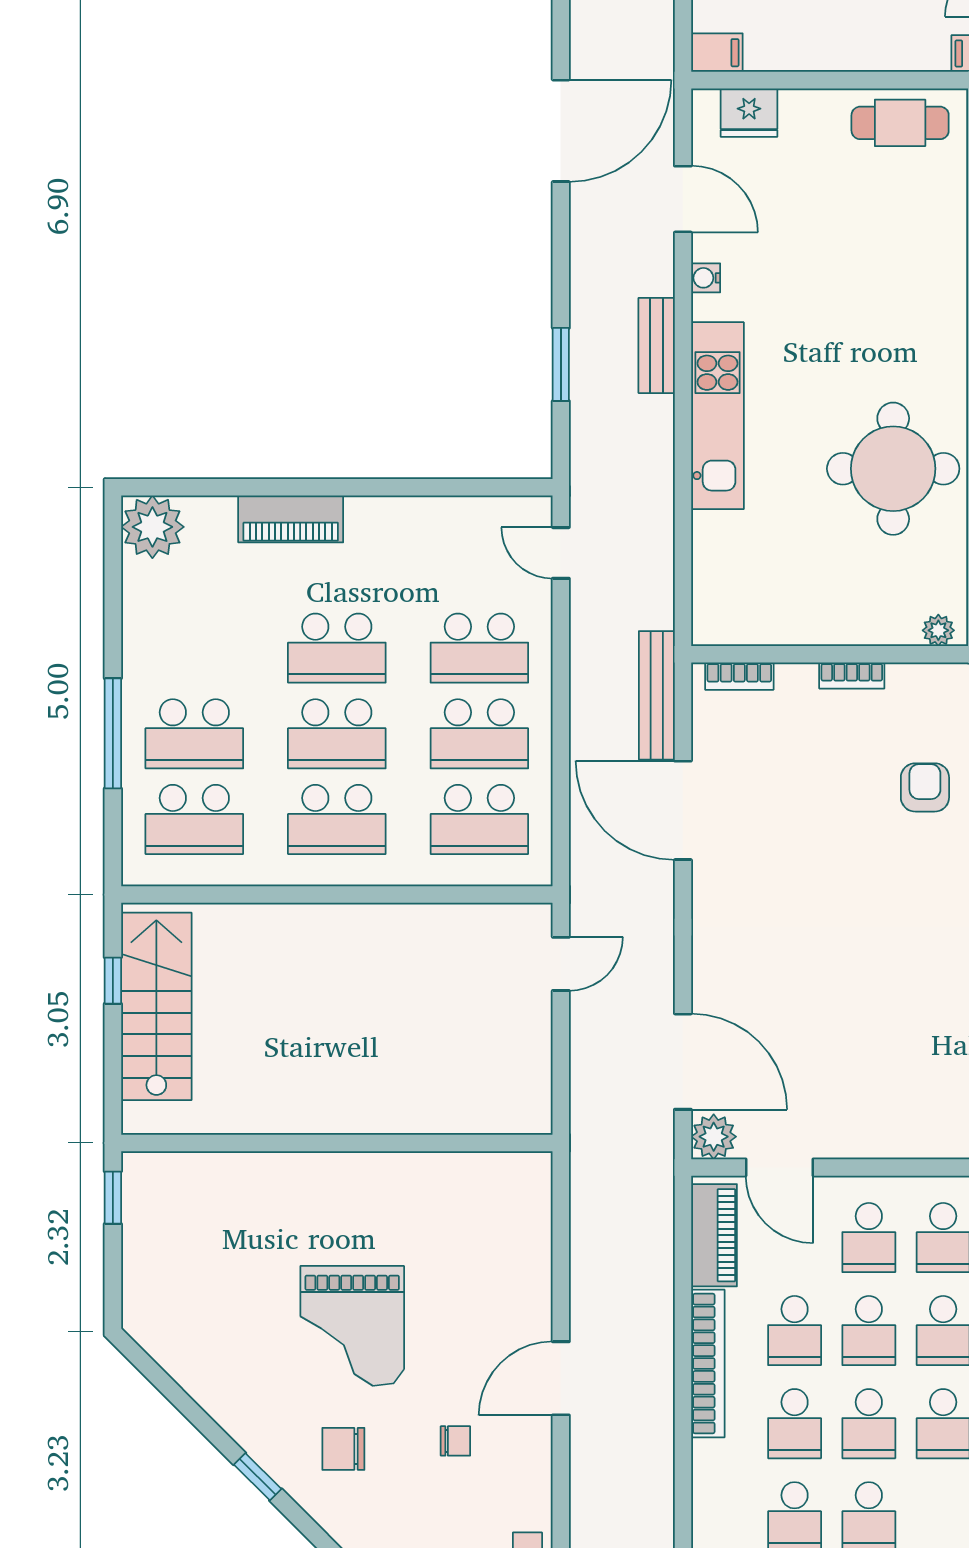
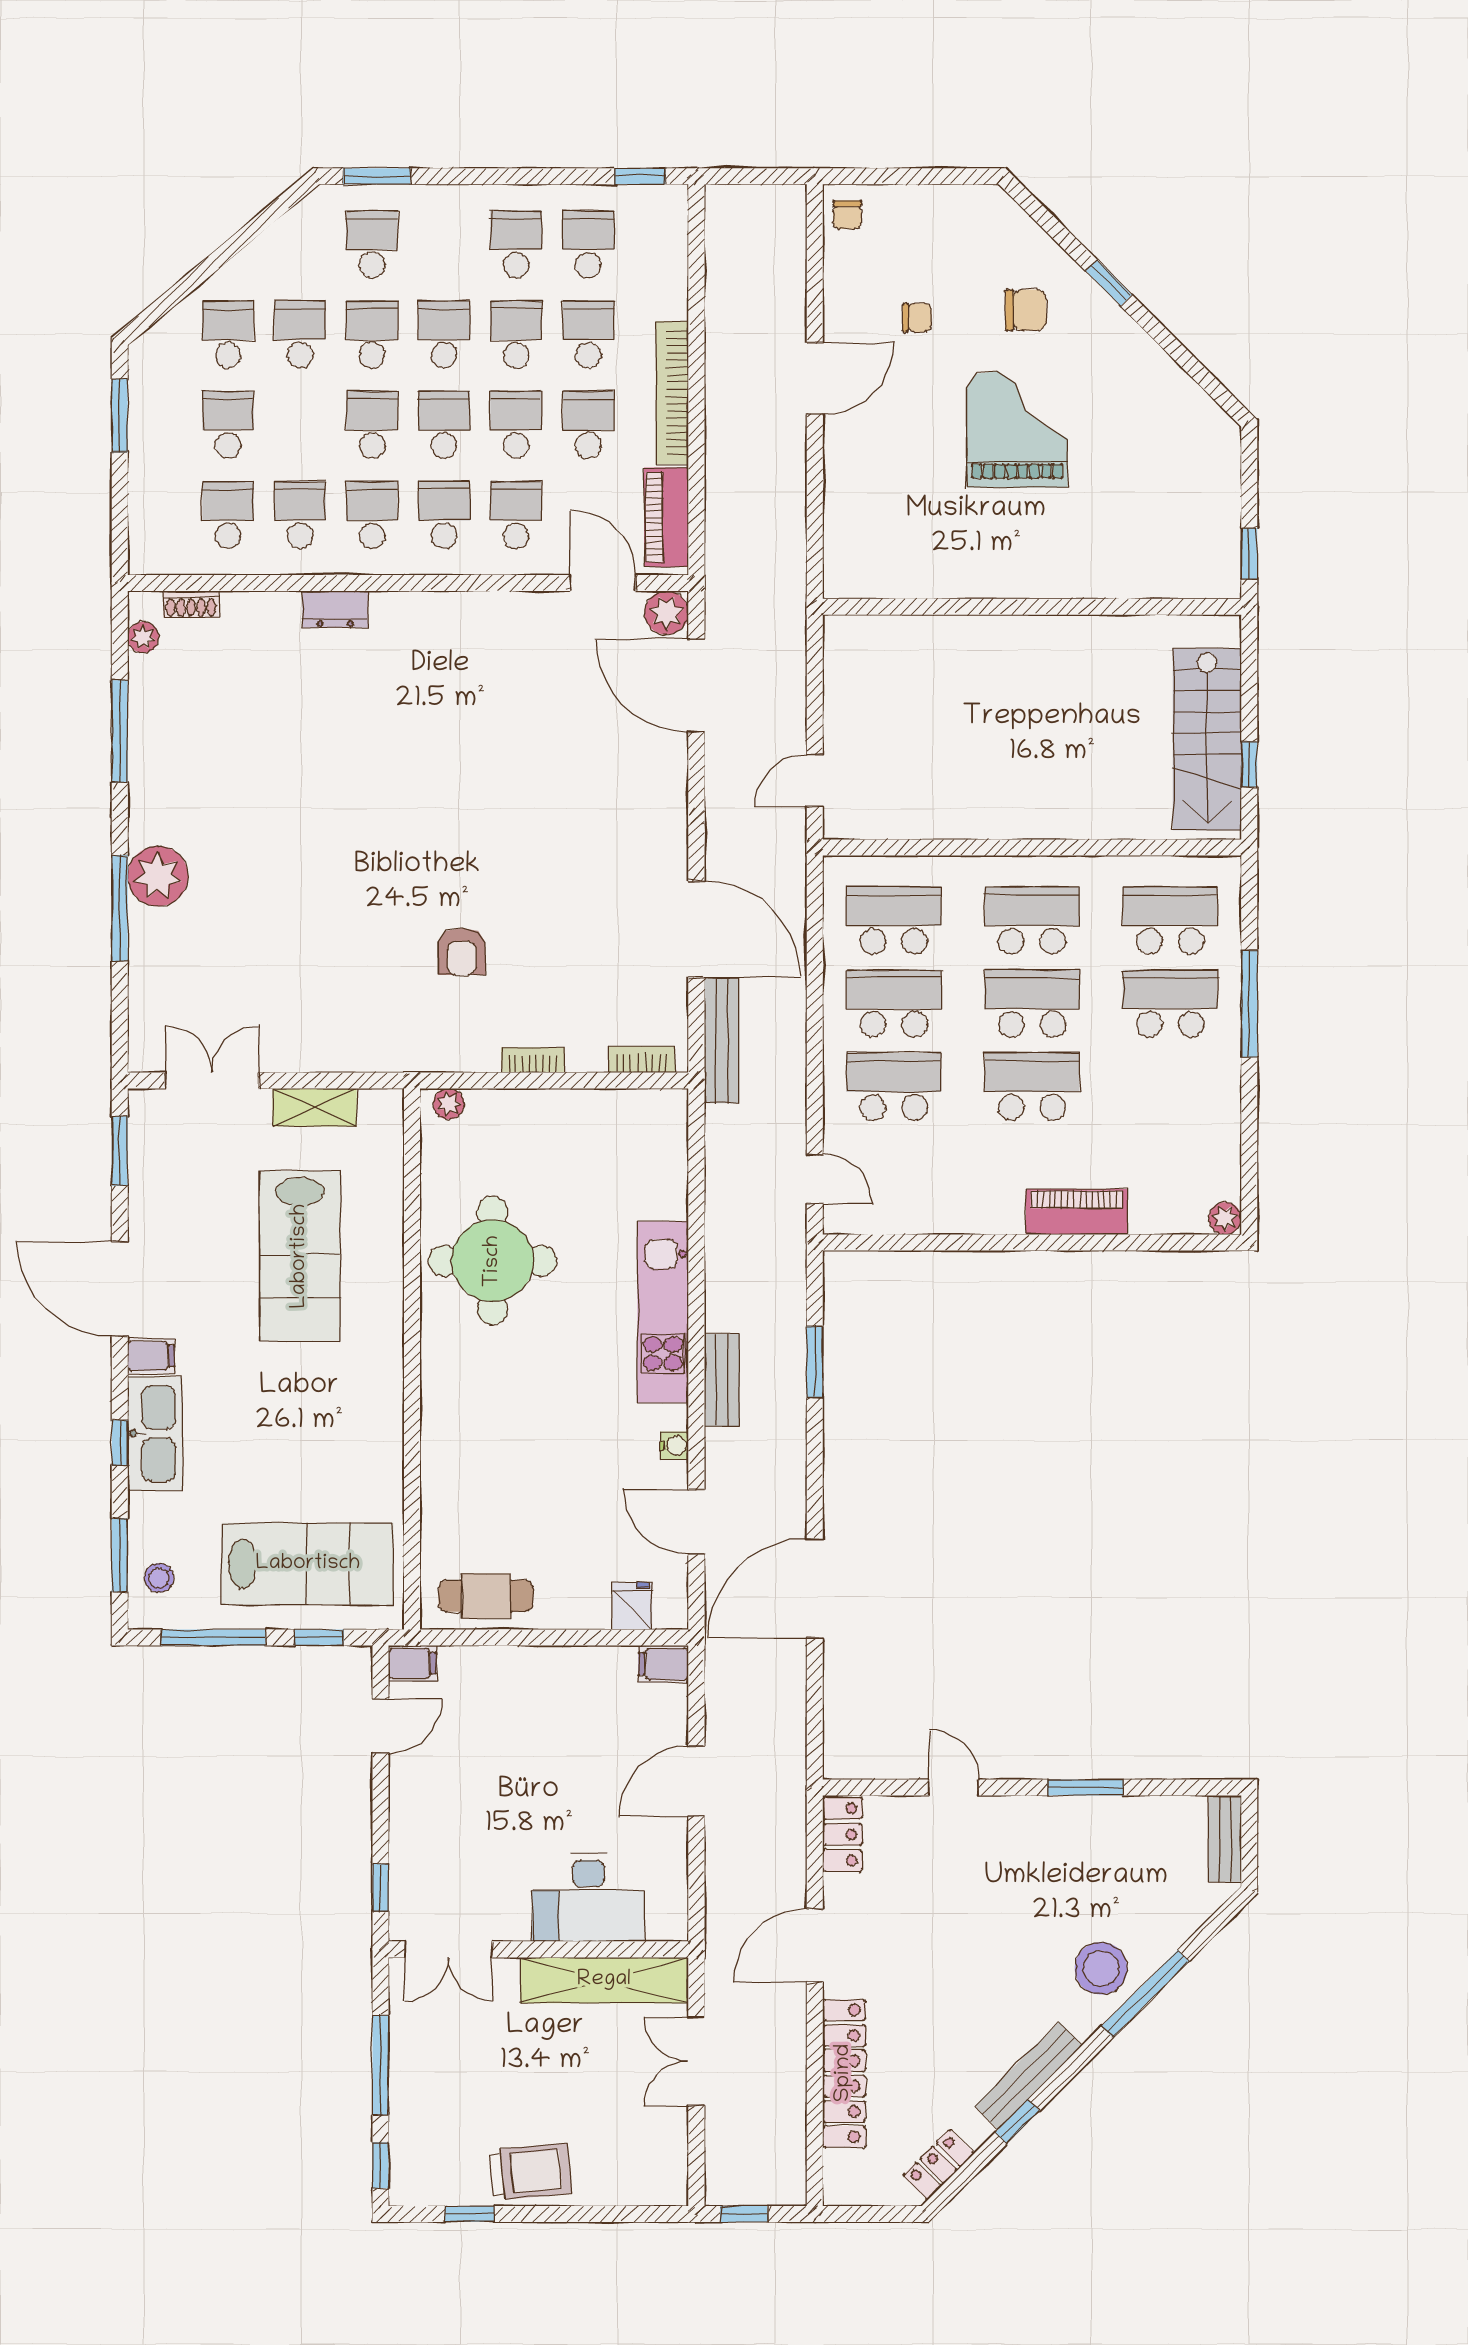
fridge: (749, 113) -> (632, 1606), width x0.72
plant: (152, 527) -> (1225, 1218), width x0.53, depth x0.53
chair: (455, 1441) -> (917, 318), turned 180

